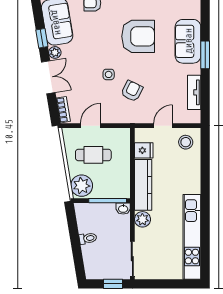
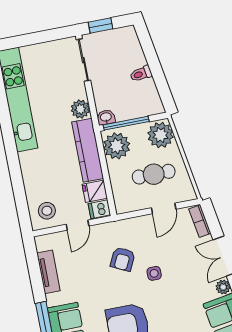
dishwasher: (143, 135) -> (99, 209), added
plant: (119, 184) -> (117, 146), added

